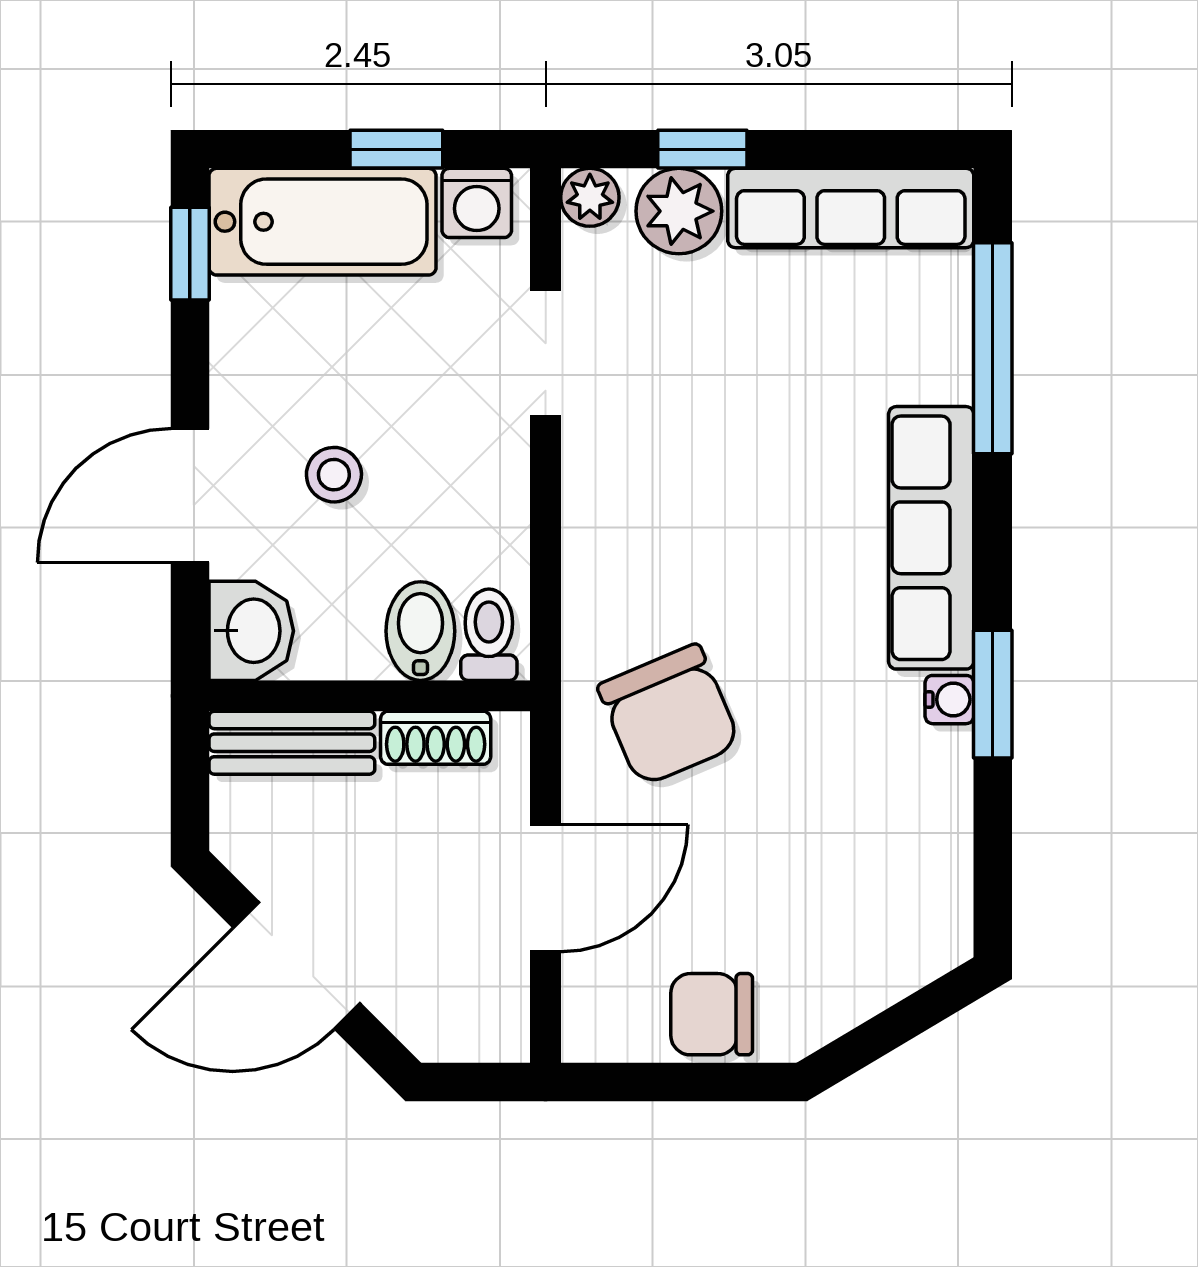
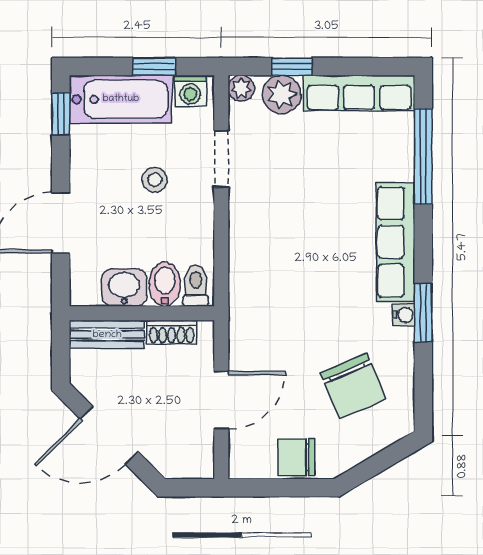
stool: (334, 475) -> (155, 180), moved
washbasin: (251, 631) -> (124, 287), moved, turned -90
chair: (669, 715) -> (353, 386), moved

